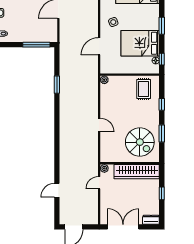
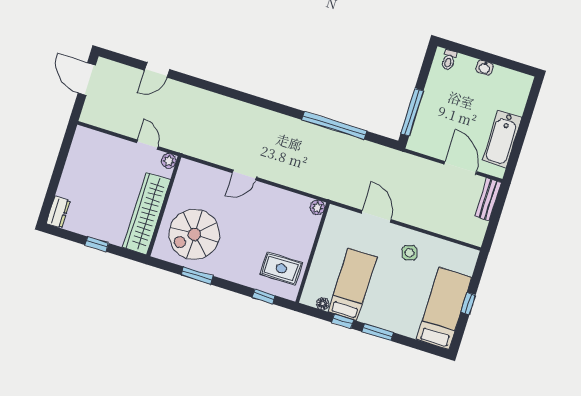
bed: (140, 43) -> (352, 284), width x0.67
window: (162, 59) -> (343, 321), moved
window: (57, 85) -> (334, 125), width x2.11
window: (162, 104) -> (264, 296), moved
door: (57, 190) -> (157, 70), swing flipped
double door: (123, 227) -> (61, 162), removed

